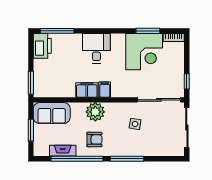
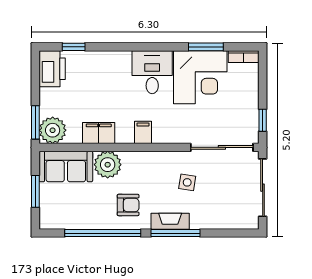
window: (57, 31) -> (74, 47), width x0.46
desk: (96, 48) -> (152, 72), moved
plant: (43, 88) -> (53, 130), added
filing cabinet: (87, 90) -> (99, 133), moved
plant: (95, 112) -> (108, 165), moved
fireplace: (63, 151) -> (170, 221), moved

